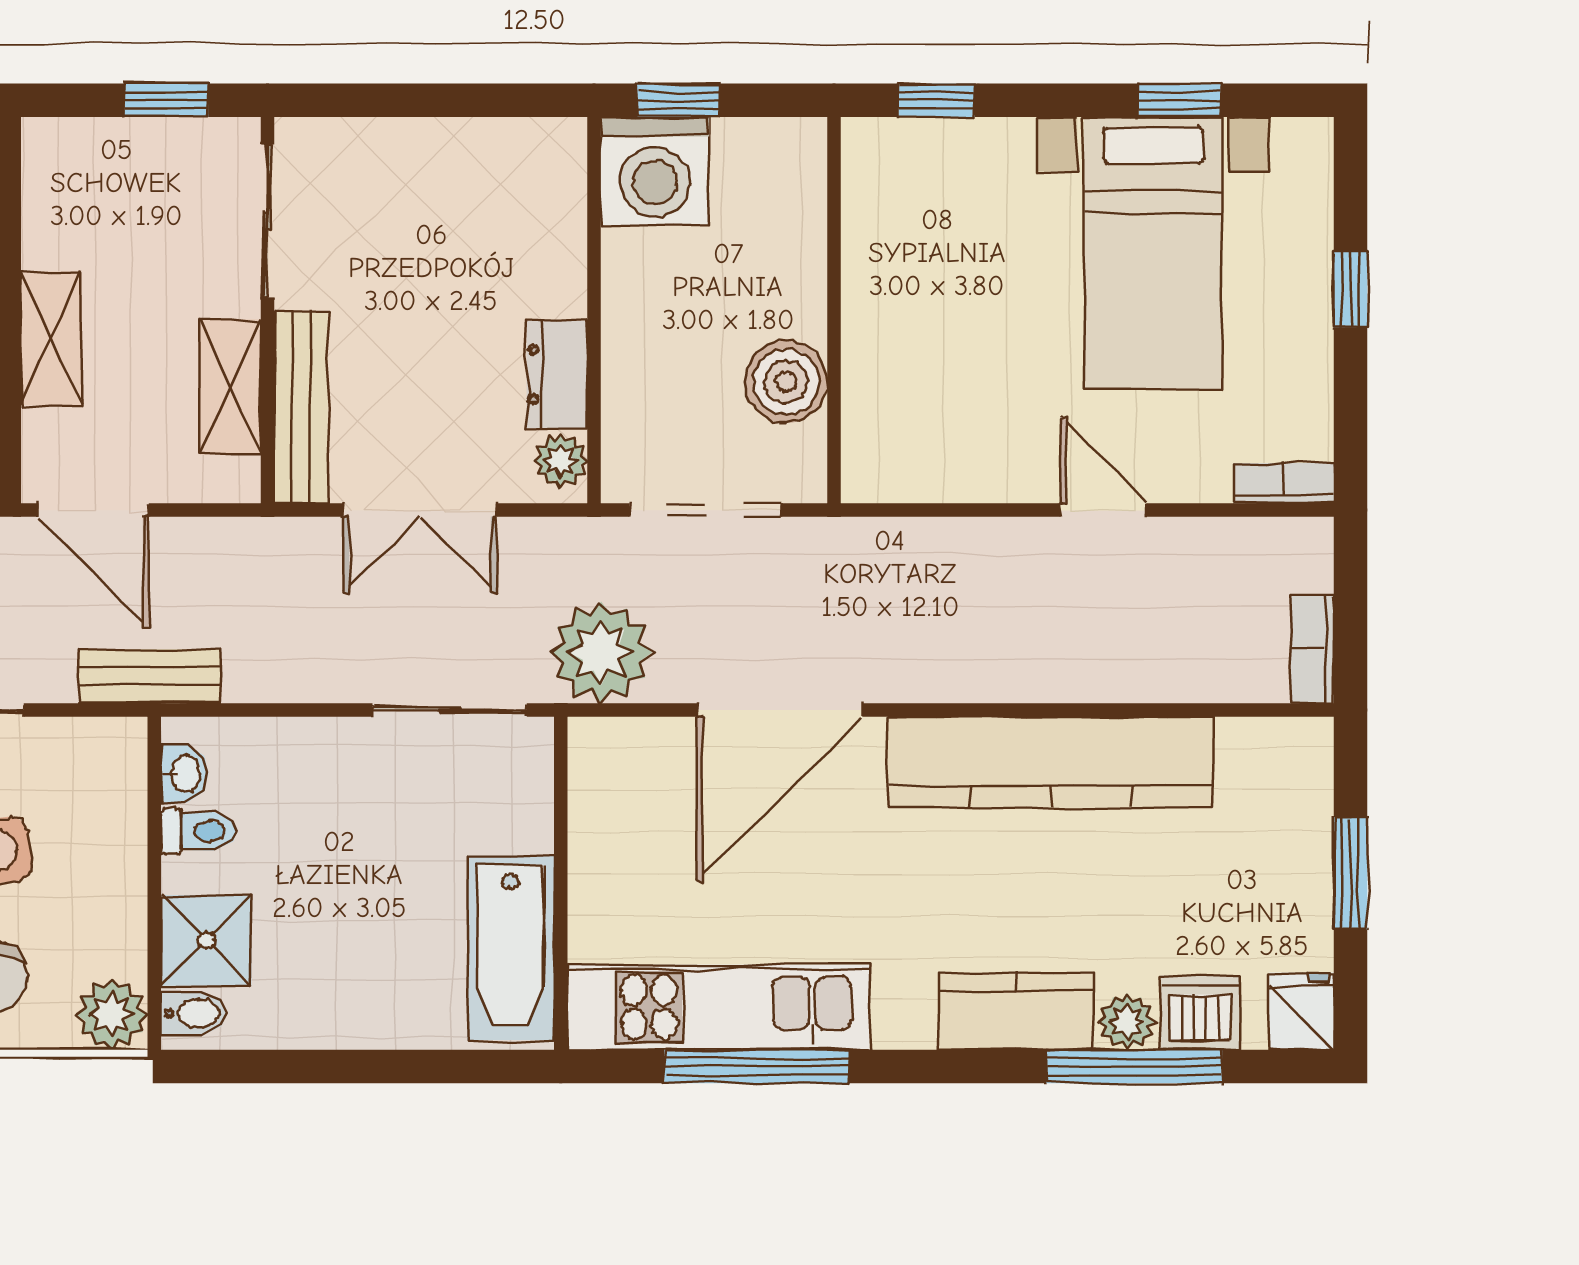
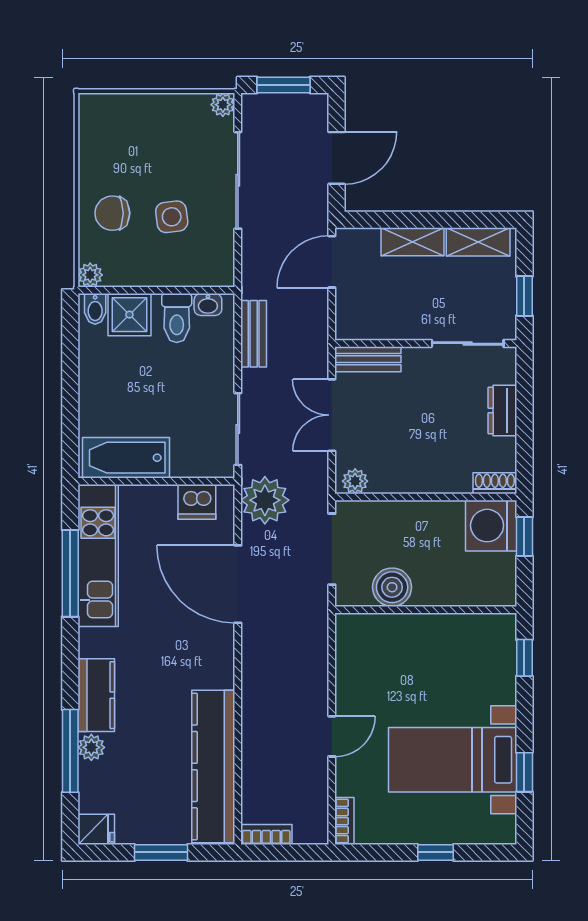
shoe rack: (565, 163) -> (495, 483), added
dresser: (557, 374) -> (502, 411), moved, turned -90
shelving: (230, 387) -> (478, 242), moved
bench: (301, 408) -> (368, 359), width x0.73
bench: (150, 676) -> (254, 334), moved
kitchen counter: (1050, 762) -> (213, 766), moved
toilet: (199, 831) -> (177, 318), width x1.37, depth x1.39
dishwasher: (1200, 1013) -> (197, 502), moved, turned 90
plant: (112, 1014) -> (90, 275), width x0.73, depth x0.73

